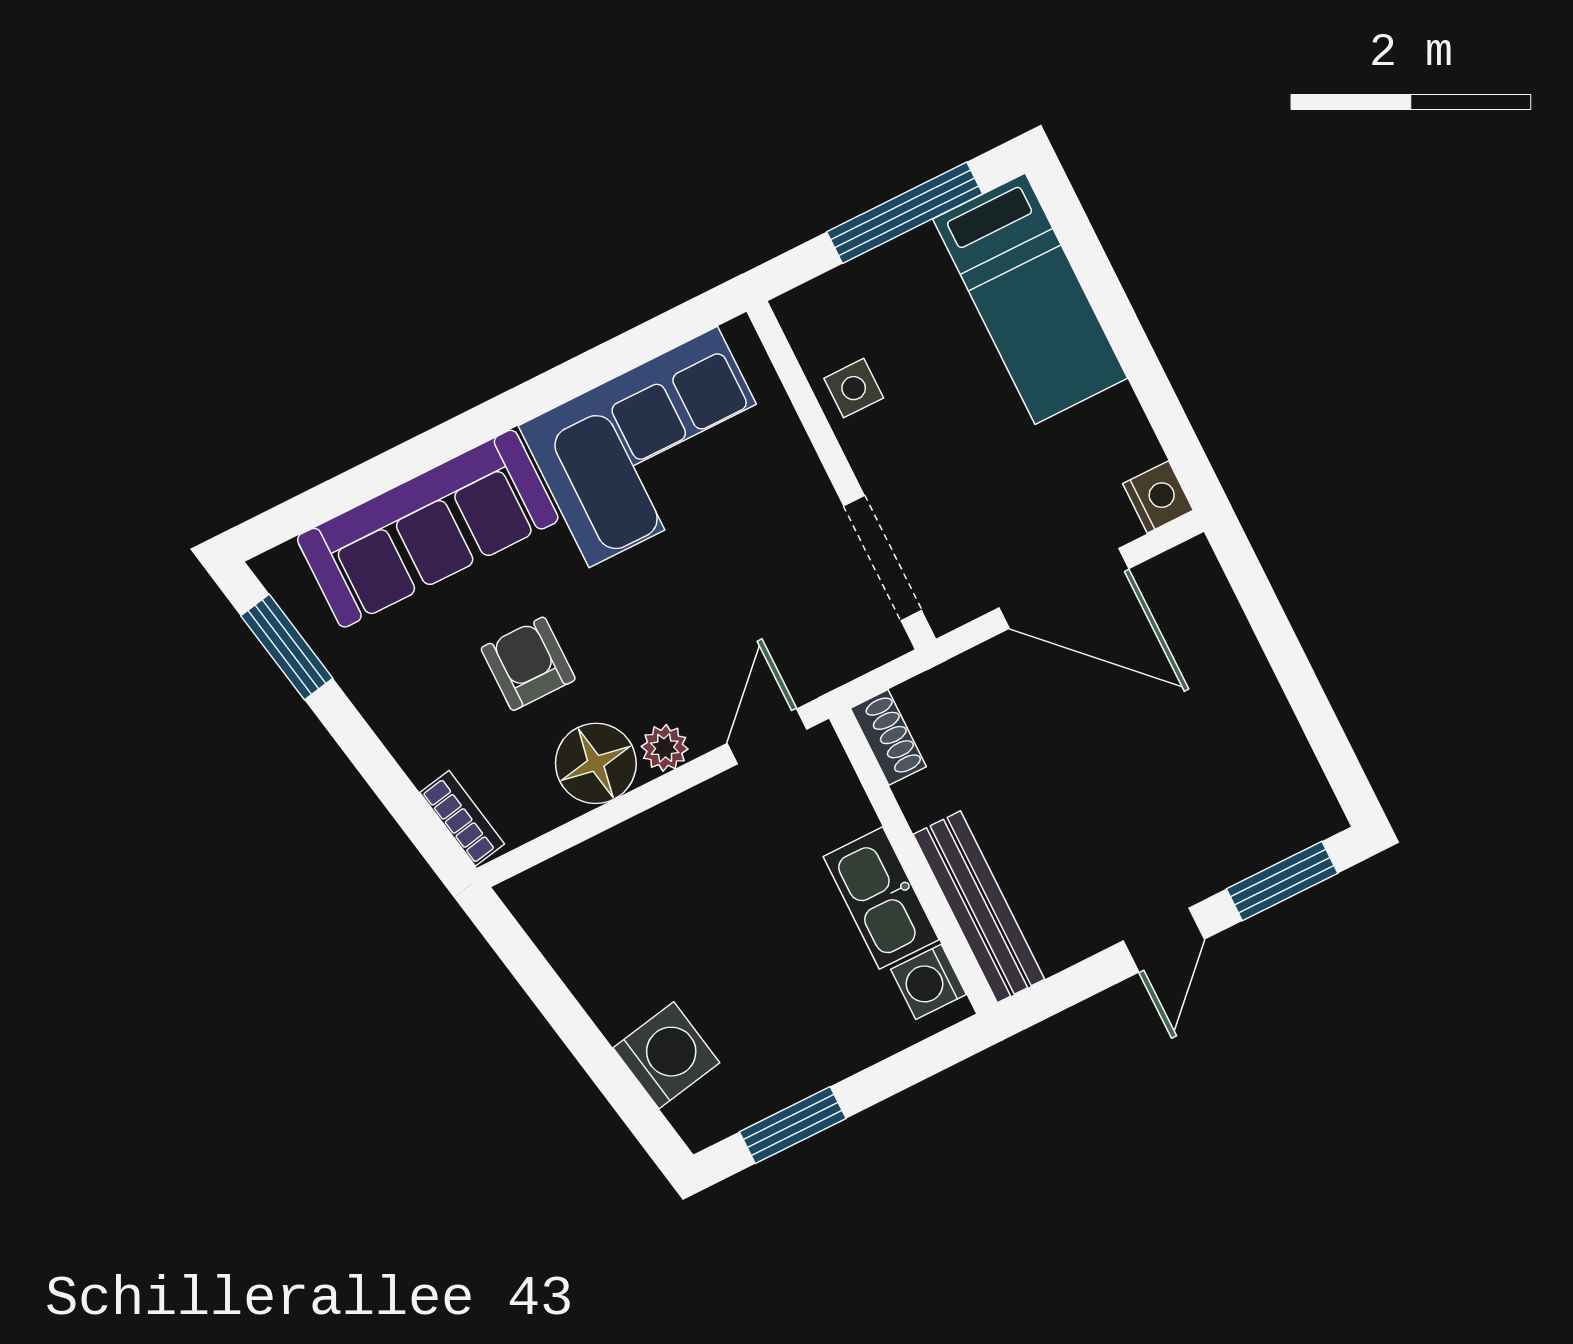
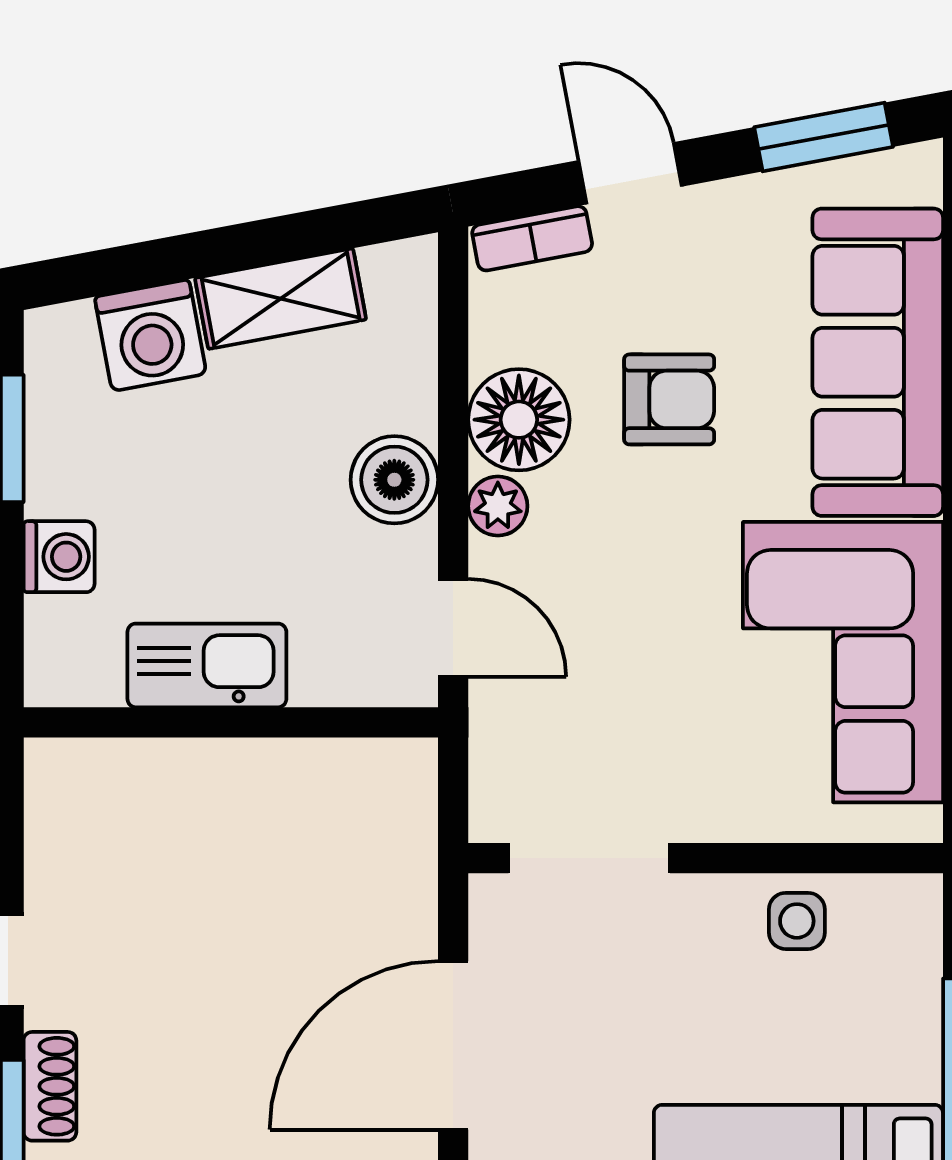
shoe rack: (888, 737) -> (50, 1086), moved, turned -90
door: (381, 772) -> (630, 173), added
boiler: (683, 831) -> (394, 480), added
bench: (979, 907) -> (142, 771), removed
shelving: (594, 976) -> (281, 299), added
washing machine: (929, 982) -> (59, 557), moved, turned 90

